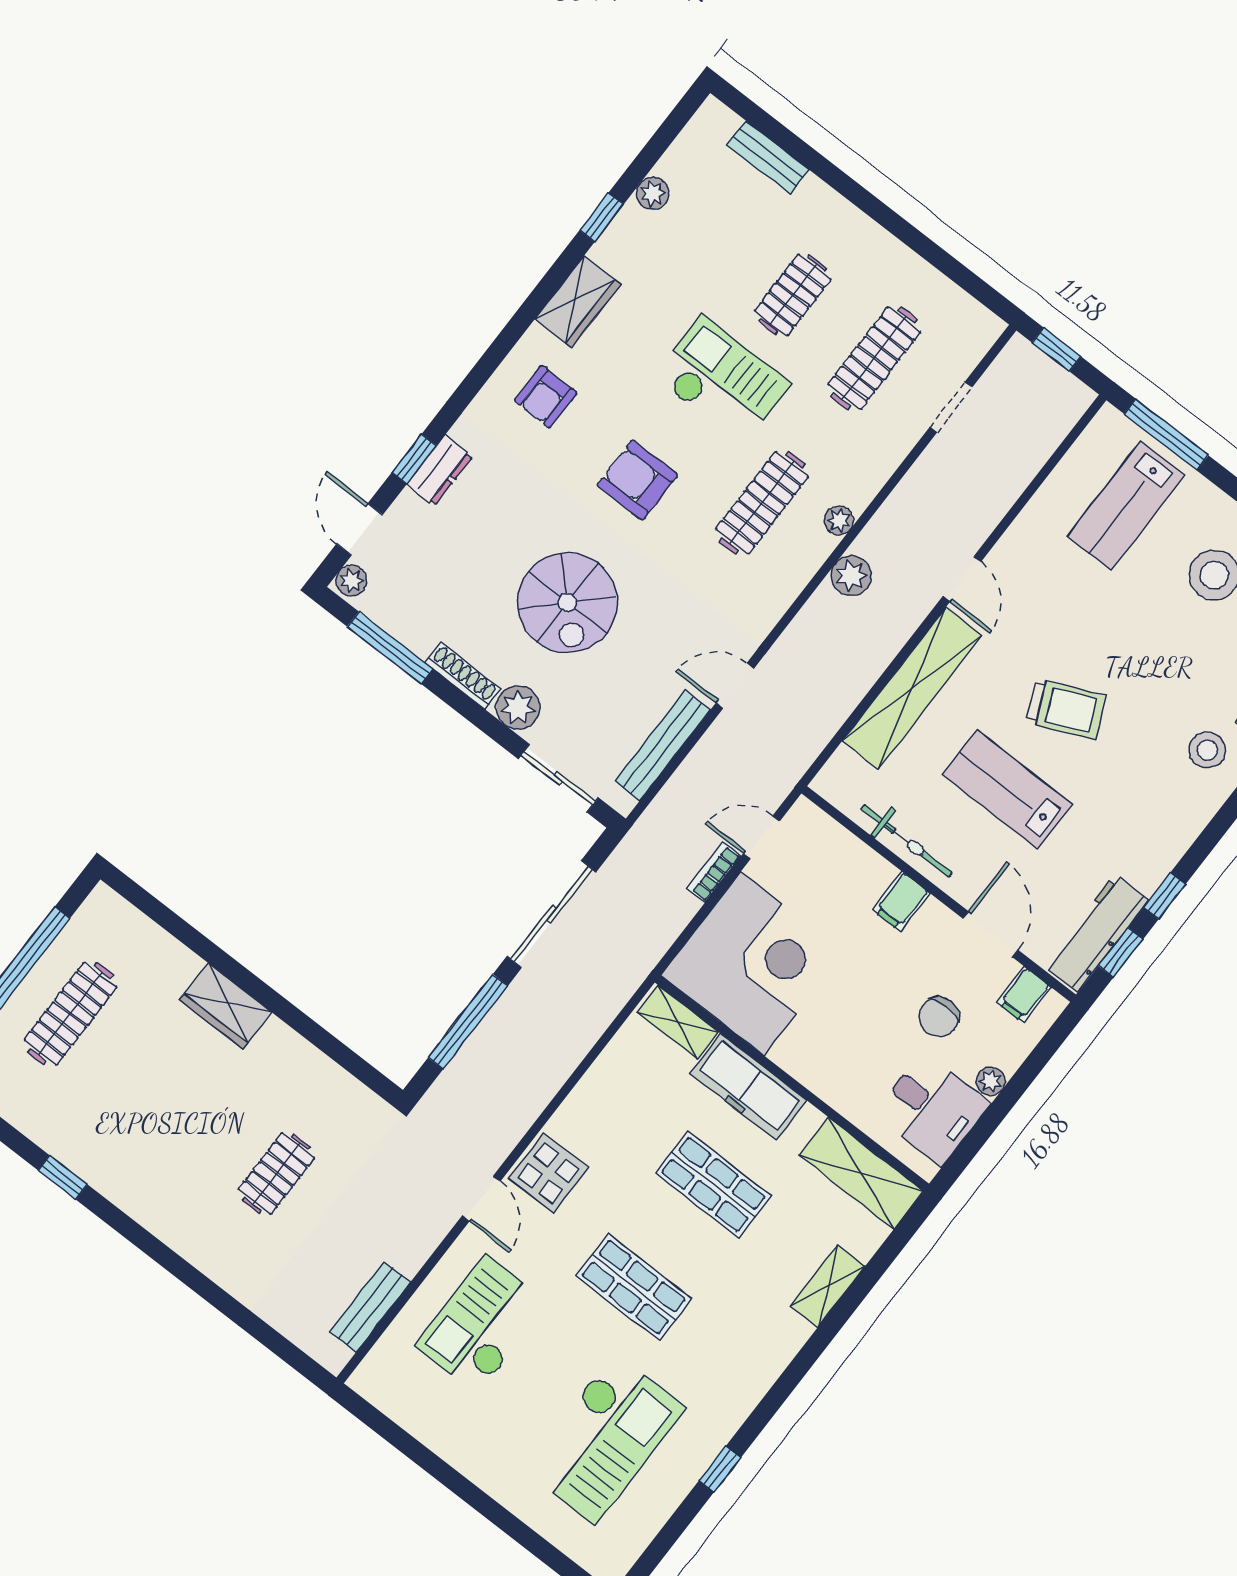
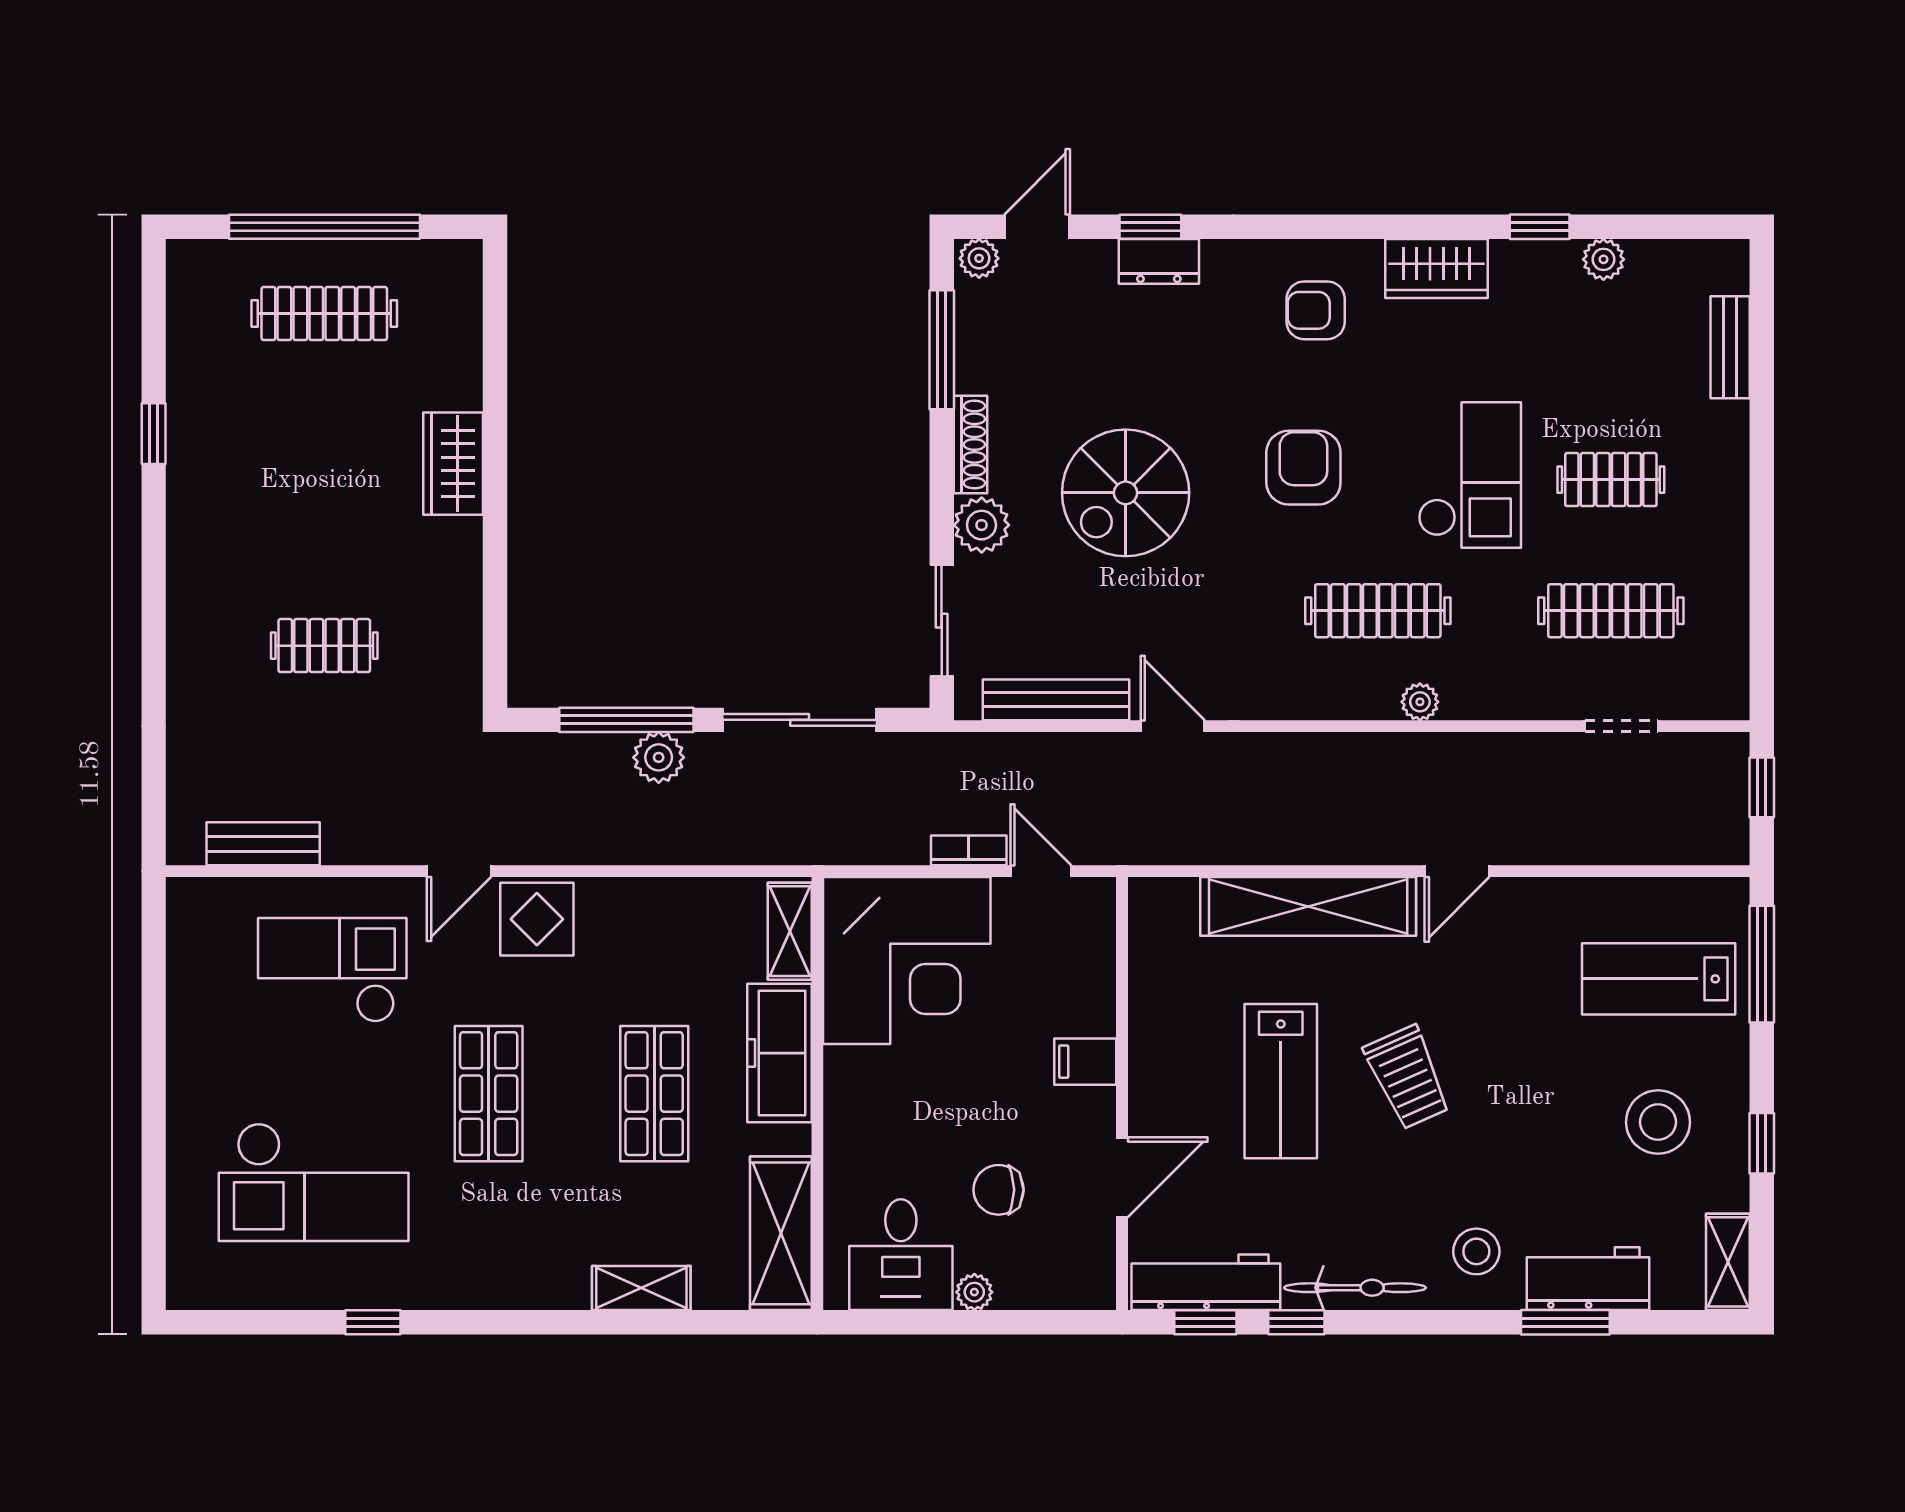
plant: (851, 576) -> (659, 757), moved
lab bench: (1007, 789) -> (1281, 1081), turned 180
bicycle: (907, 841) -> (1355, 1288), moved, turned -90
filing cabinet: (1024, 995) -> (1087, 1258), removed

